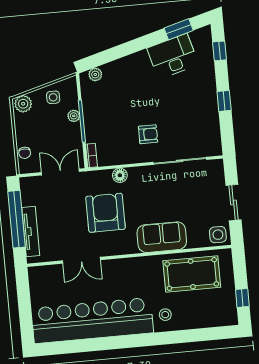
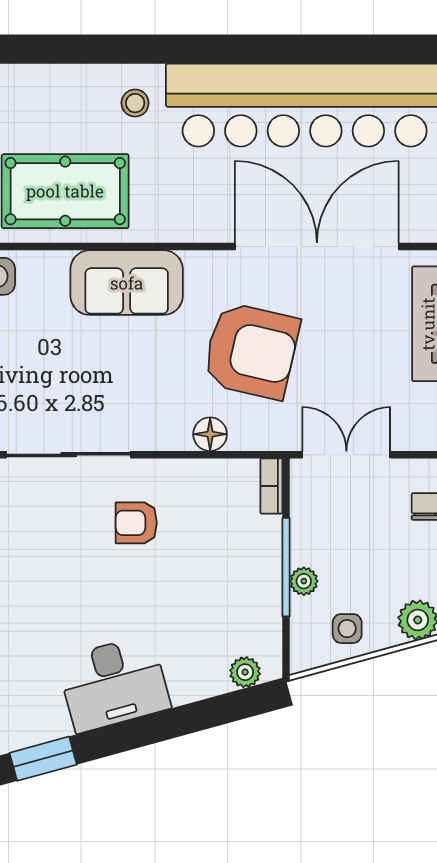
desk: (173, 56) -> (114, 684), moved
double door: (60, 172) -> (346, 455), swing flipped
armchair: (106, 213) -> (251, 351), turned -77
double door: (81, 260) -> (317, 246), width x1.87

